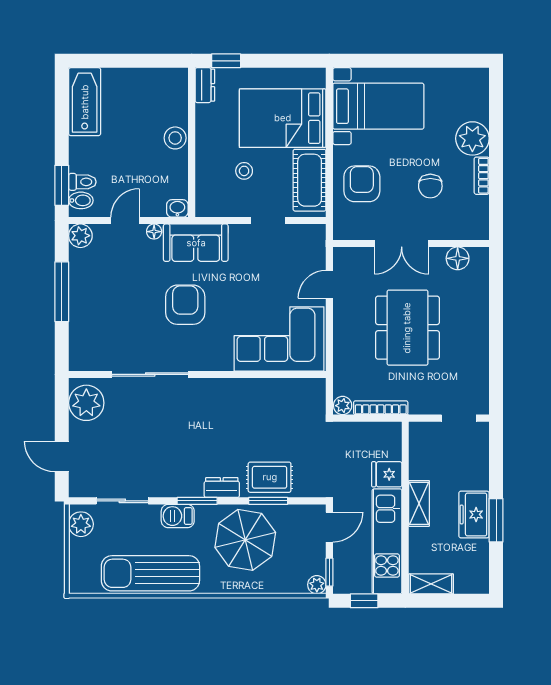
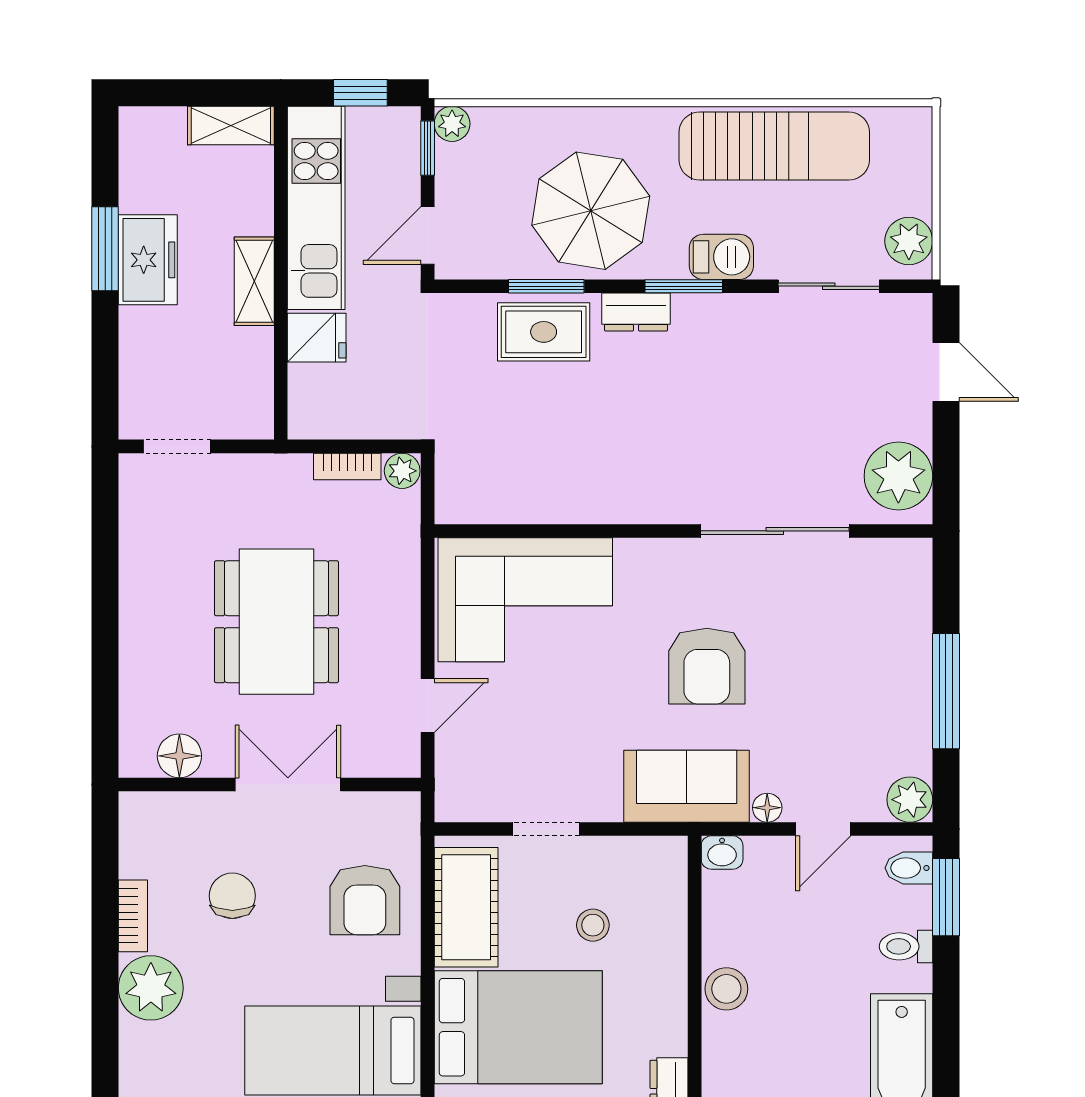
toilet: (82, 182) -> (906, 946), moved
bookcase: (381, 408) -> (347, 467), width x0.64

